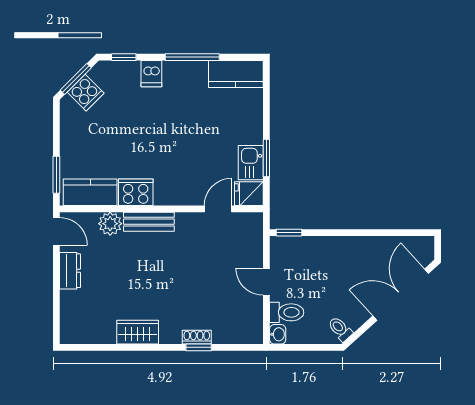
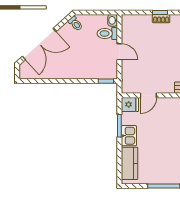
kitchen counter: (236, 74) -> (130, 163), moved, turned 90
kitchen sink: (251, 163) -> (129, 136), moved

